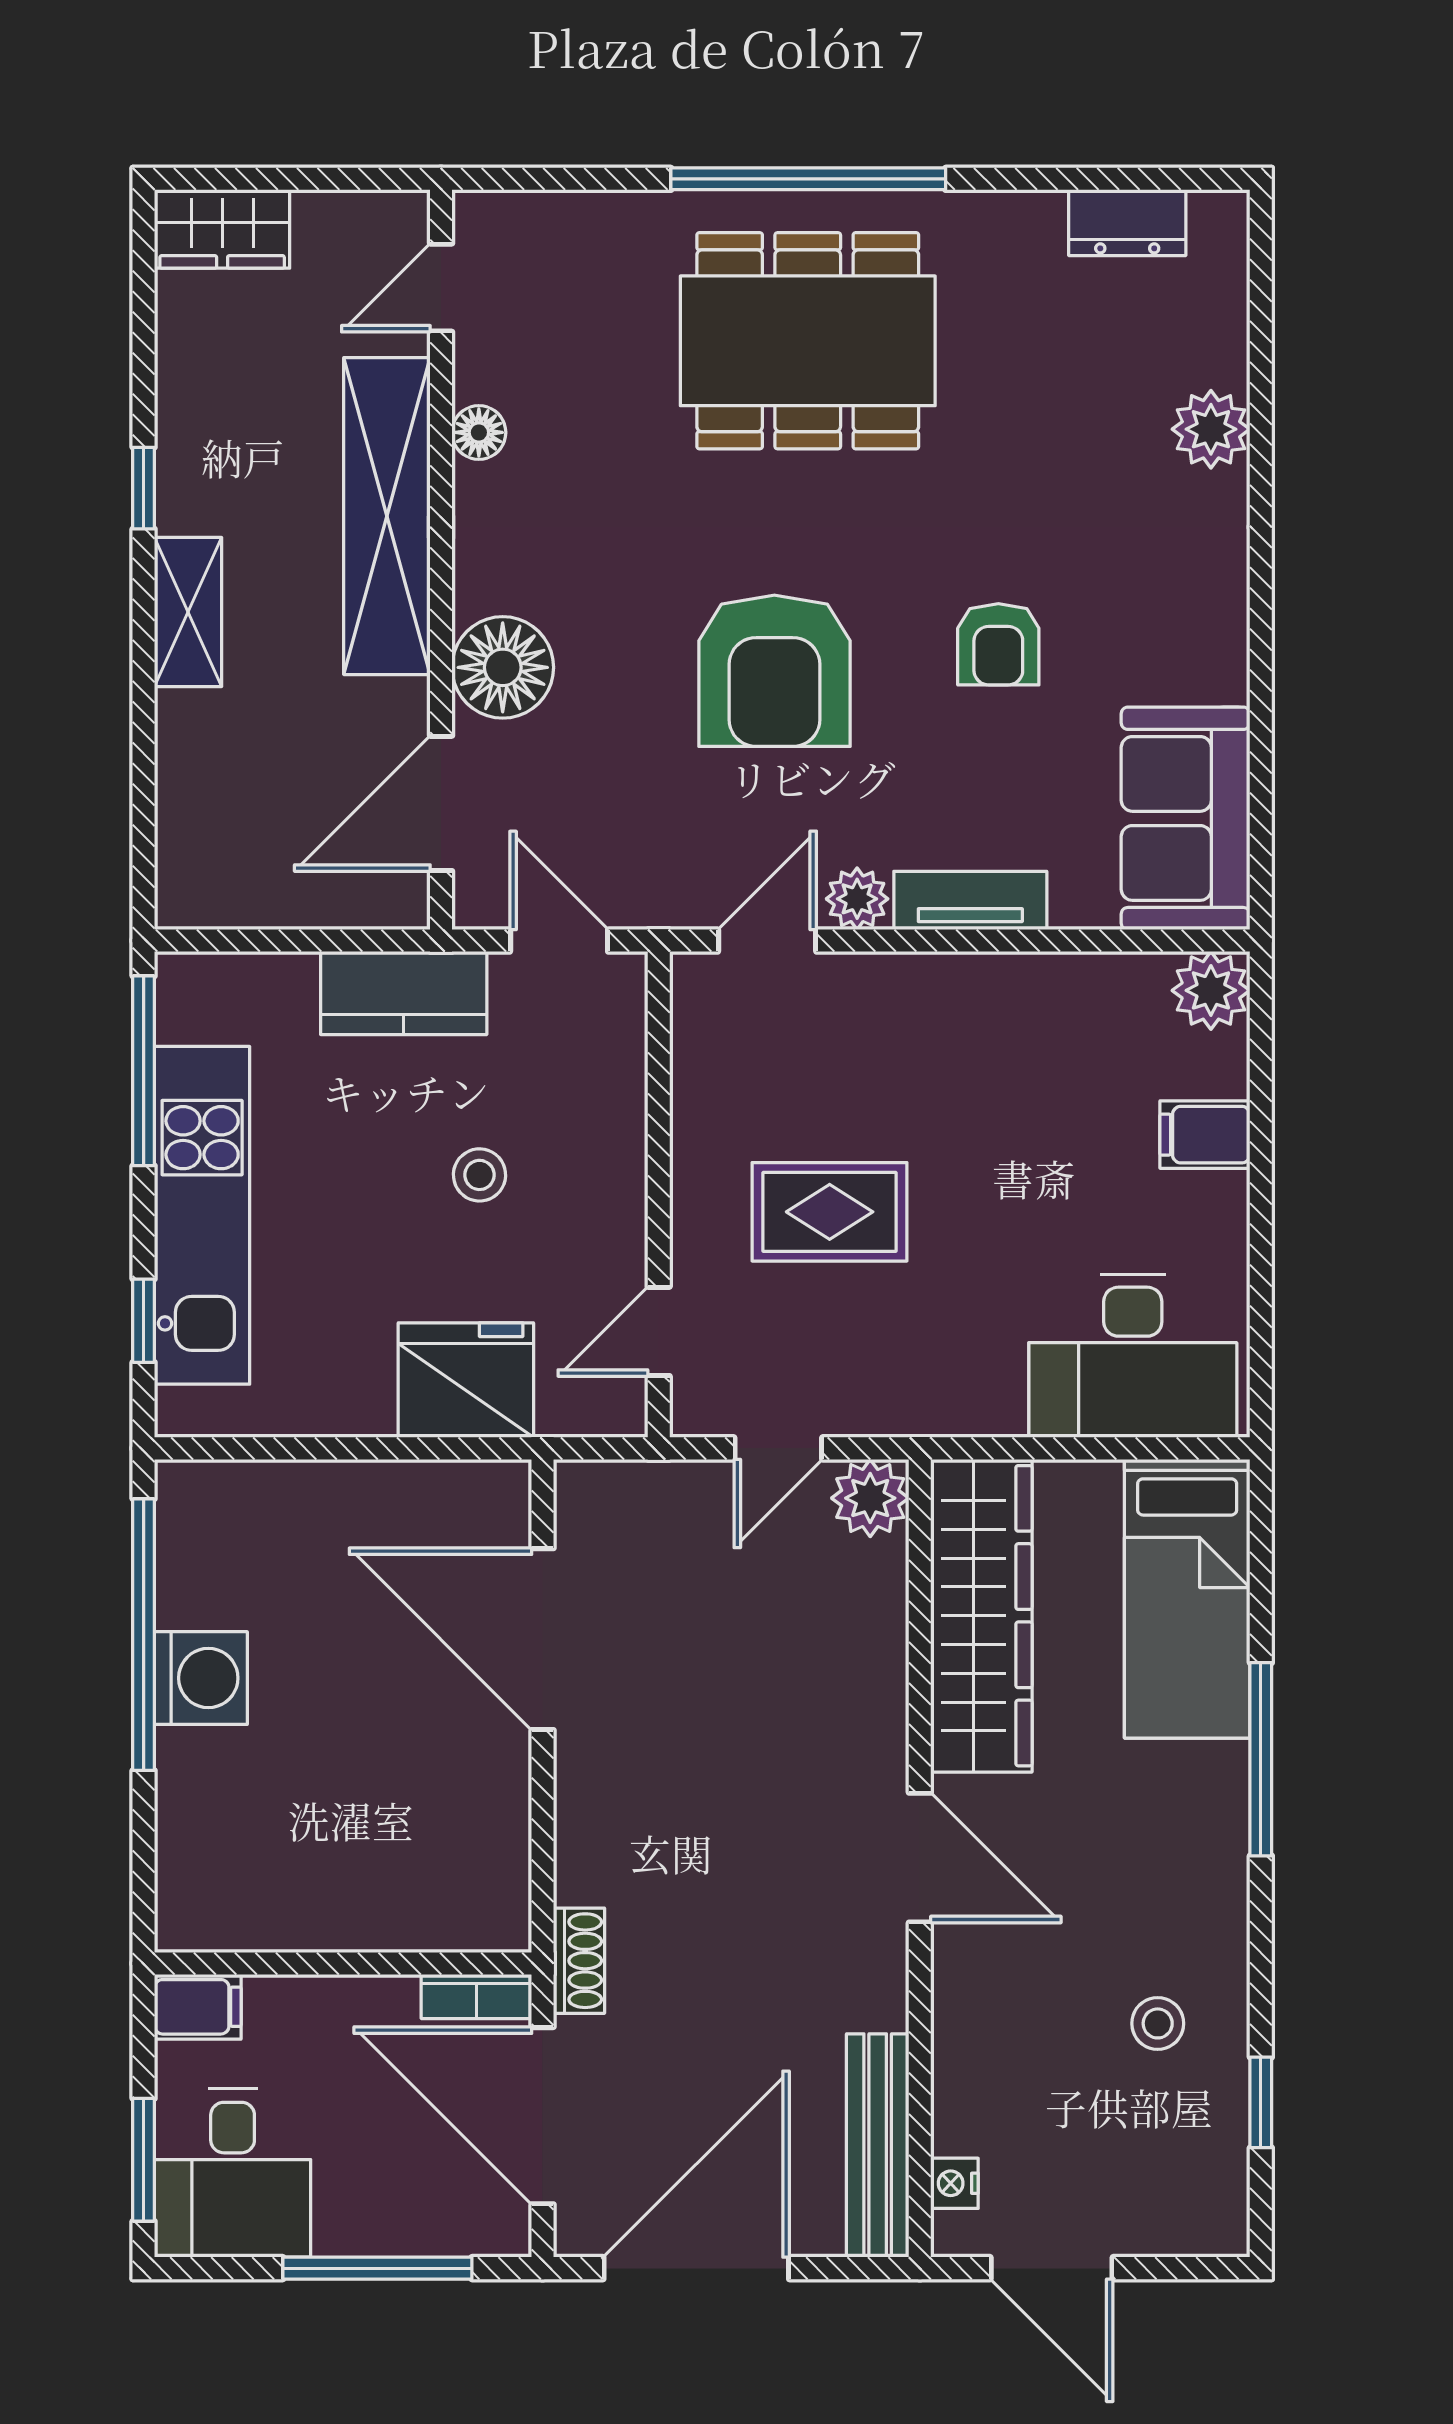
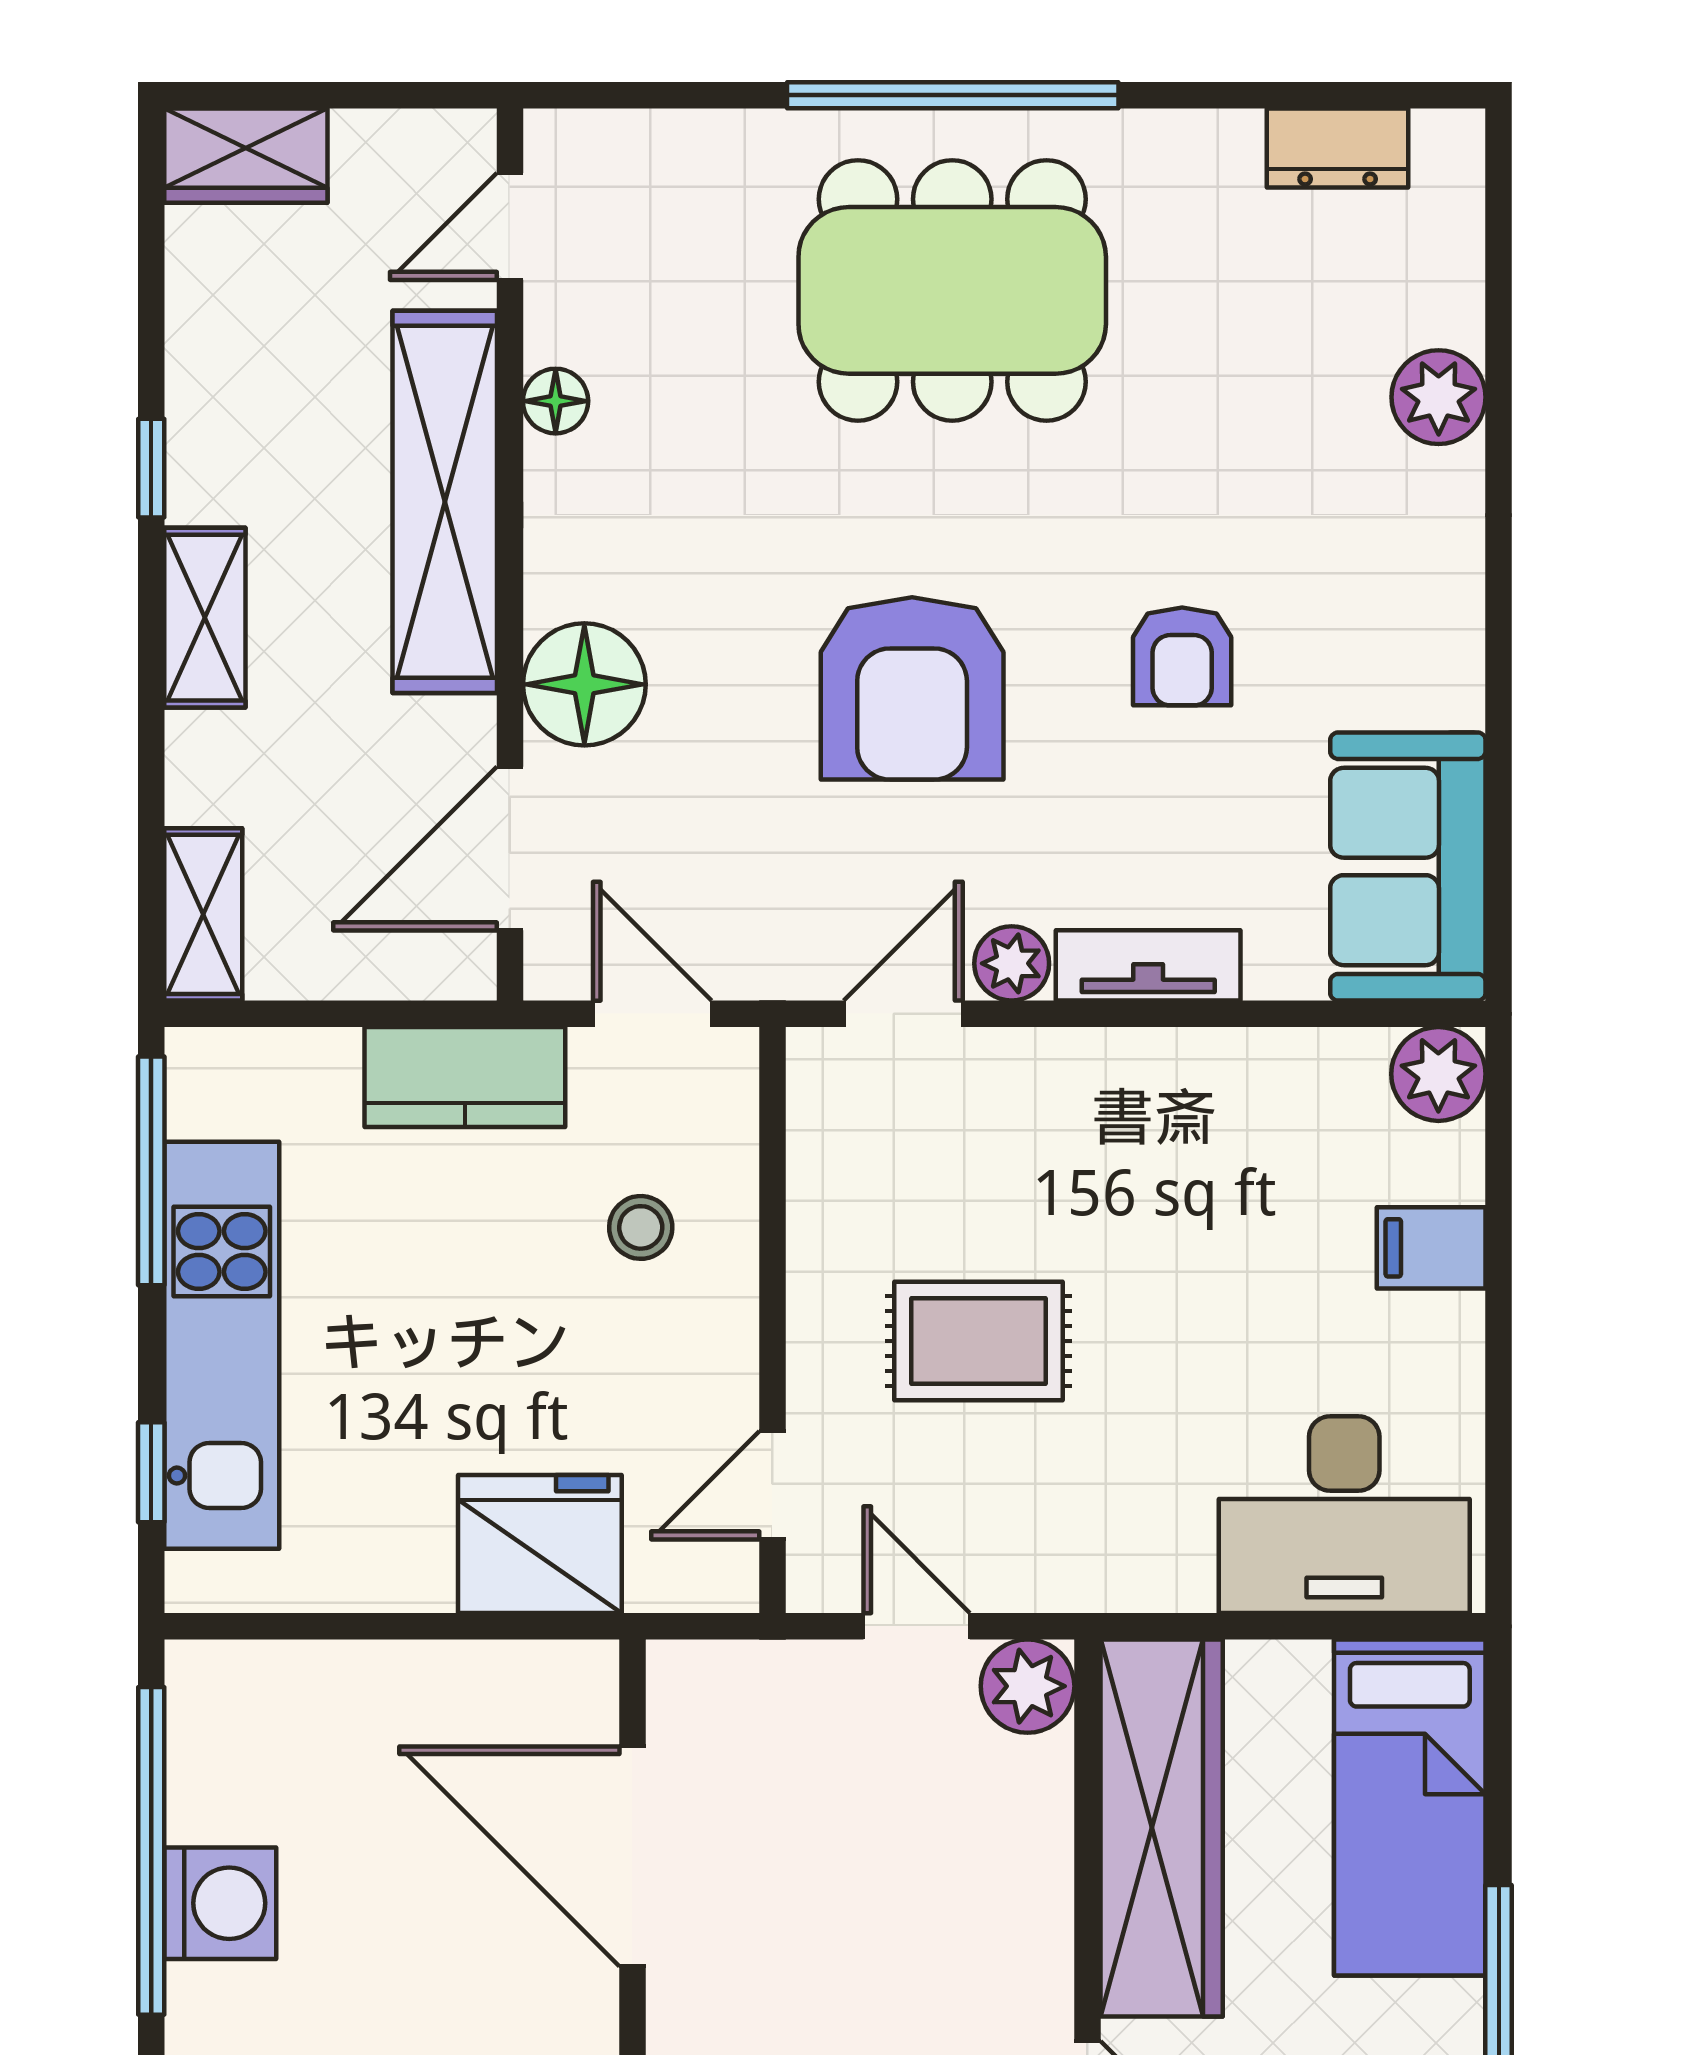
shelving: (187, 858) -> (203, 914), added
stool: (479, 1175) -> (641, 1227), moved
door: (778, 1448) -> (917, 1626), swing flipped

